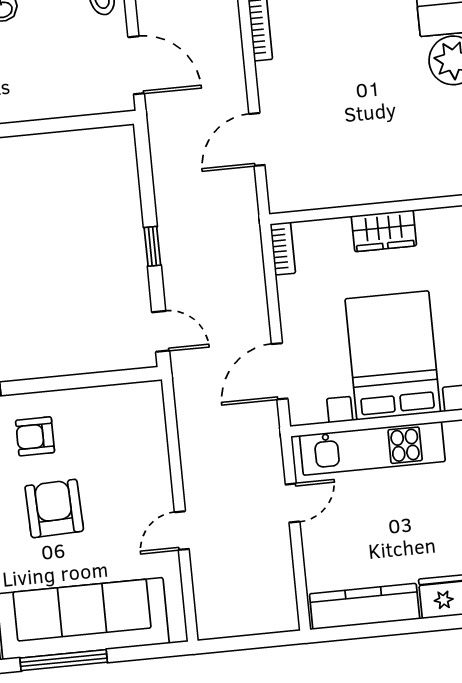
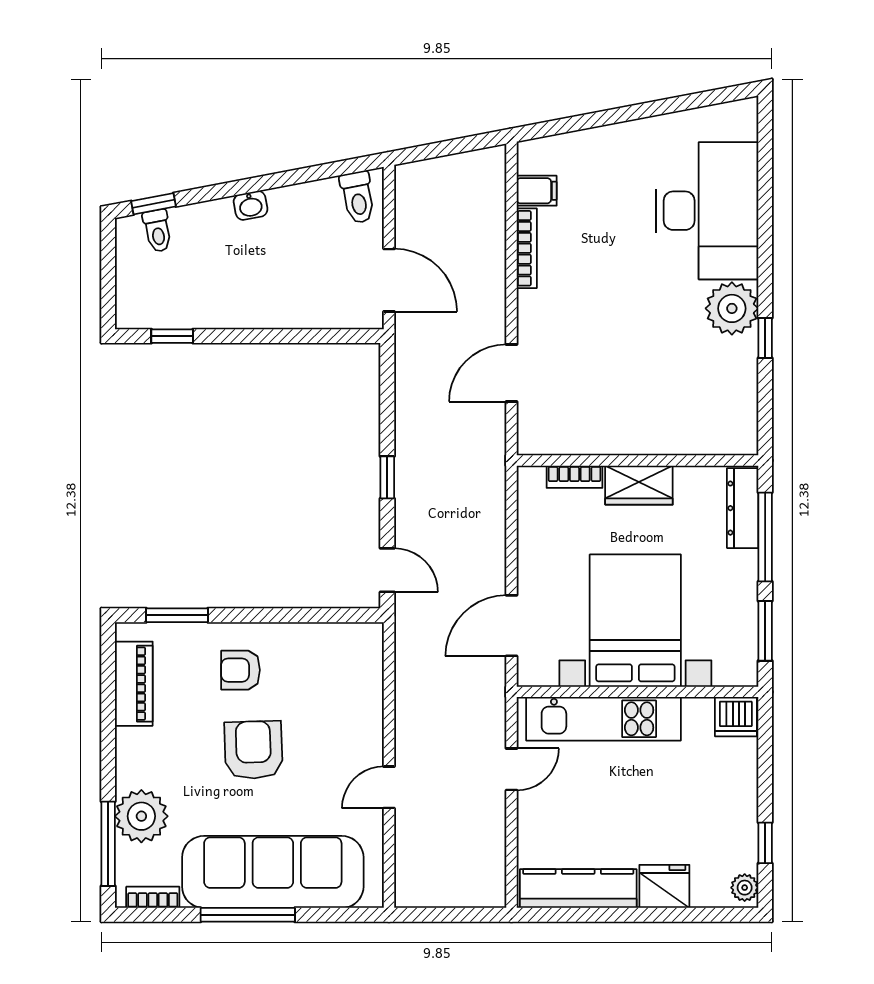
bookcase: (283, 248) -> (574, 477), moved, turned 90

